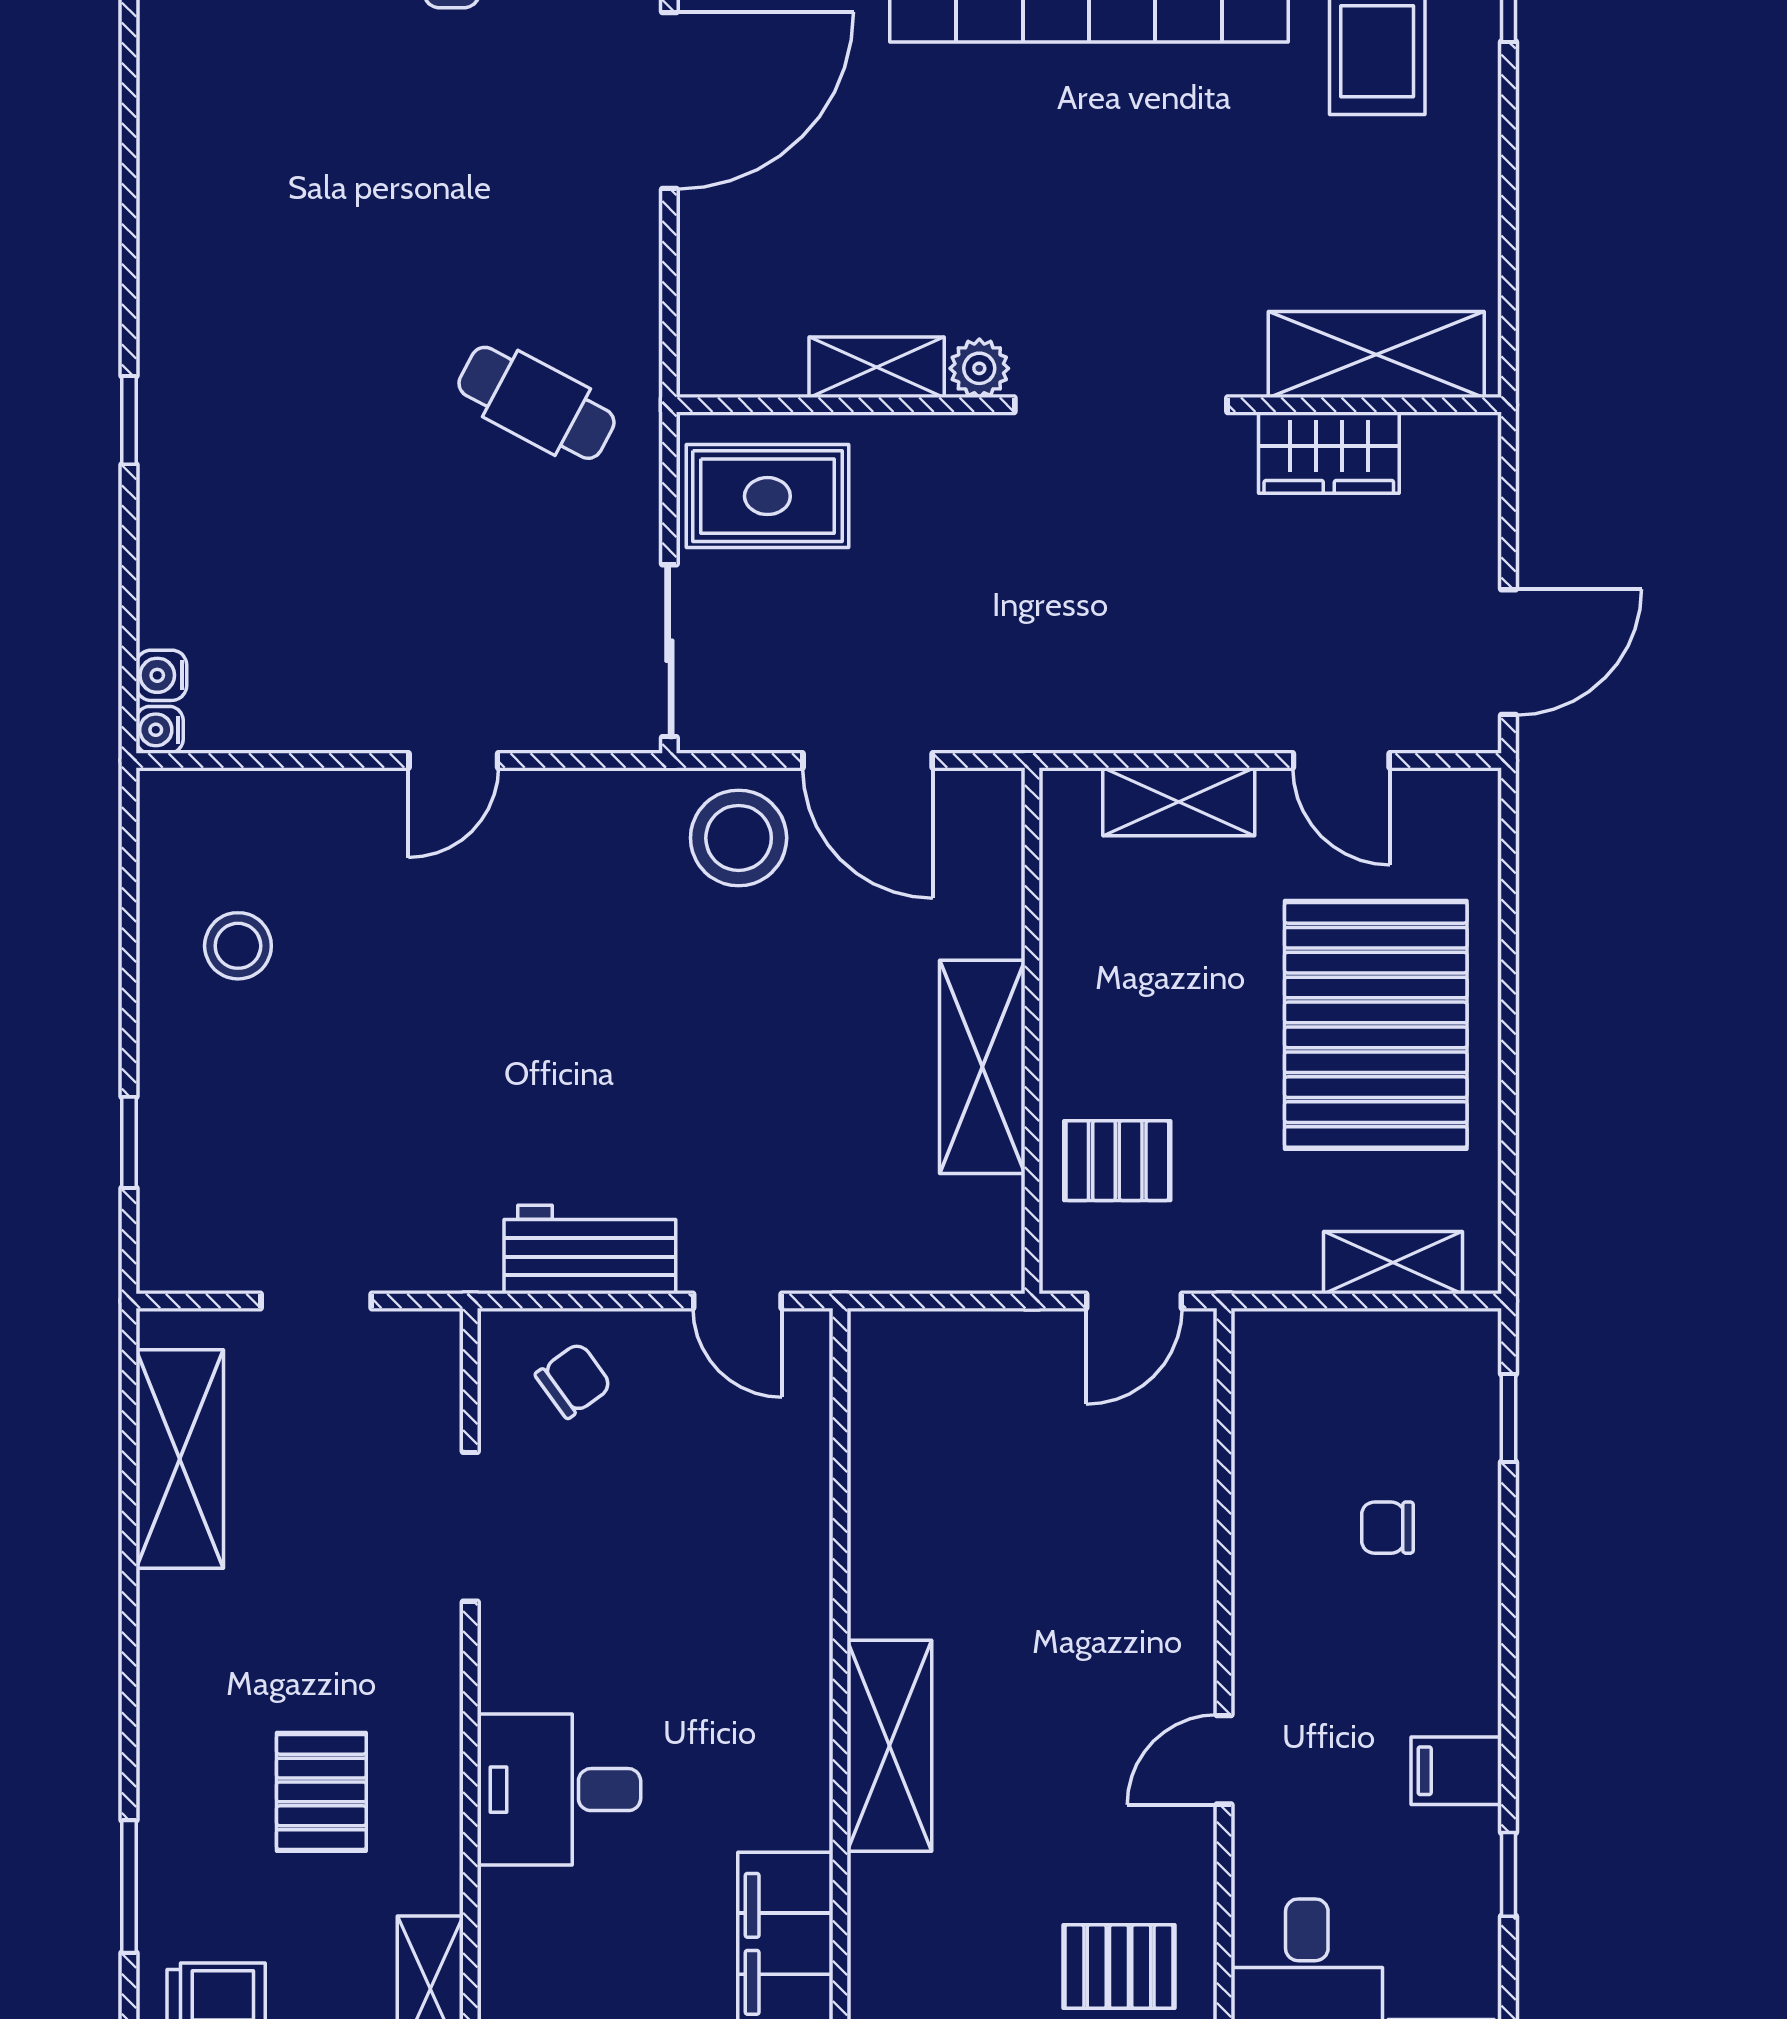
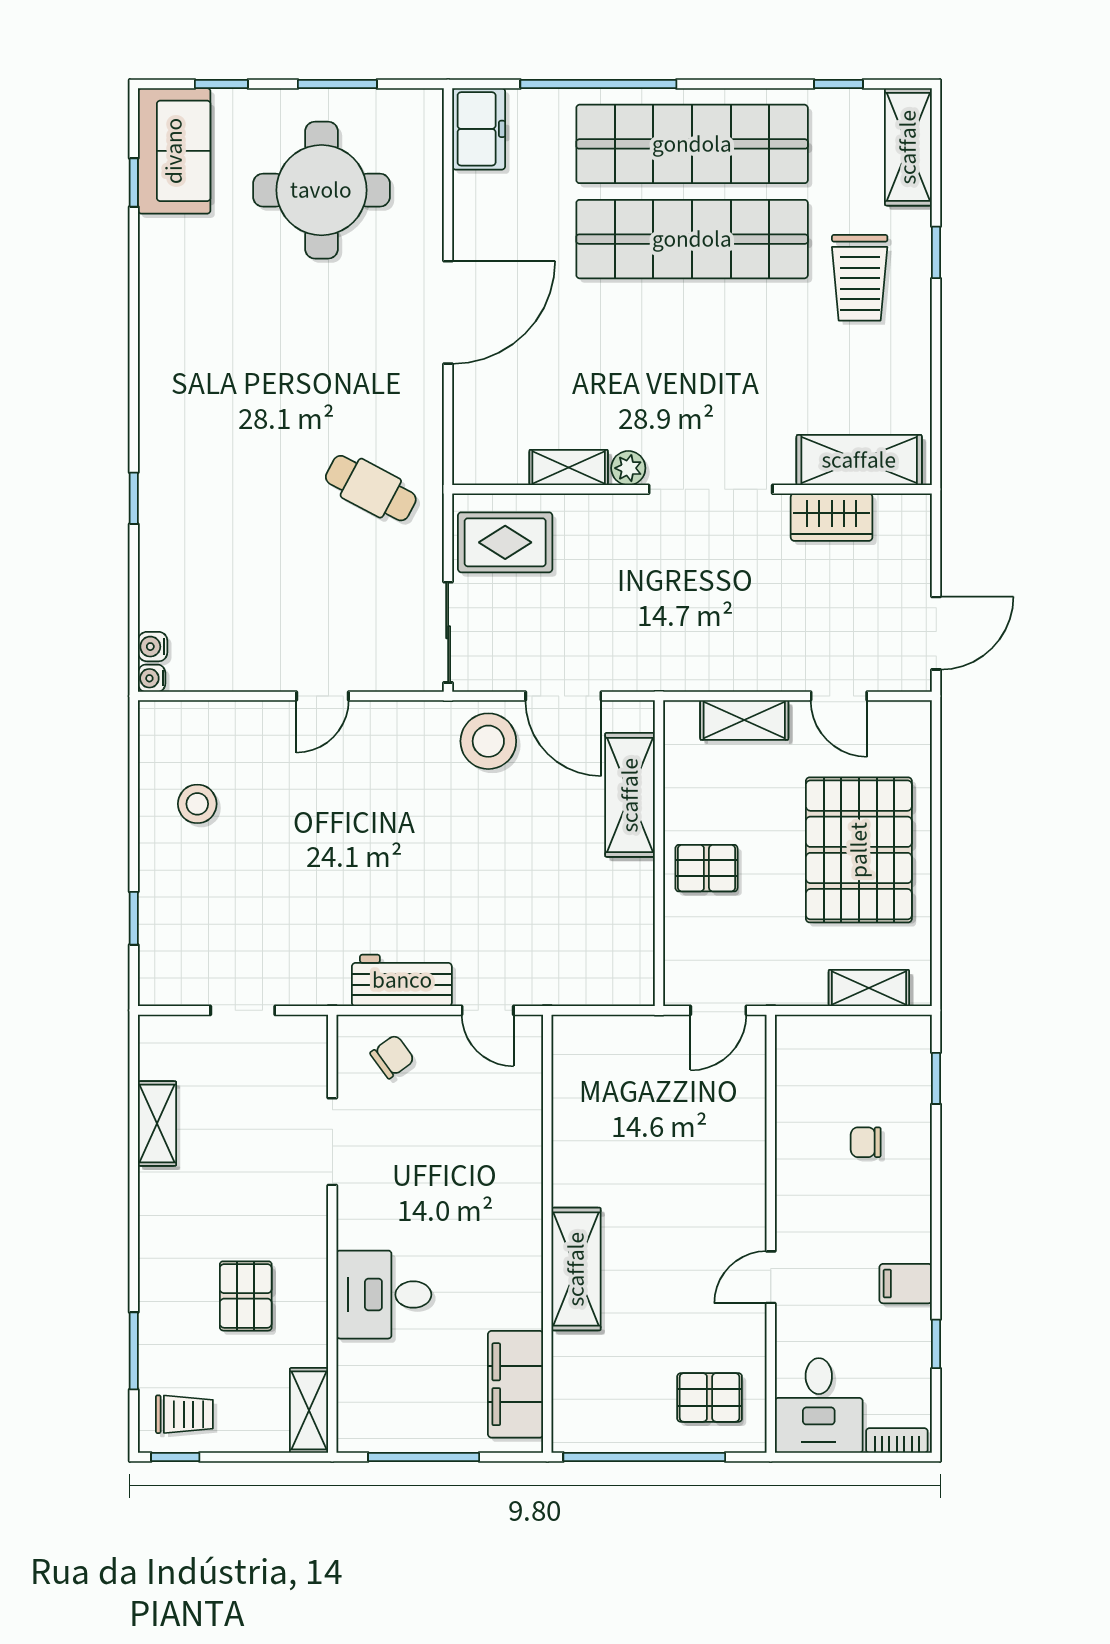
shelving: (982, 1067) -> (630, 795), moved
pallet: (1117, 1161) -> (706, 868), moved
shelving: (180, 1459) -> (157, 1123), width x0.67, depth x0.75

